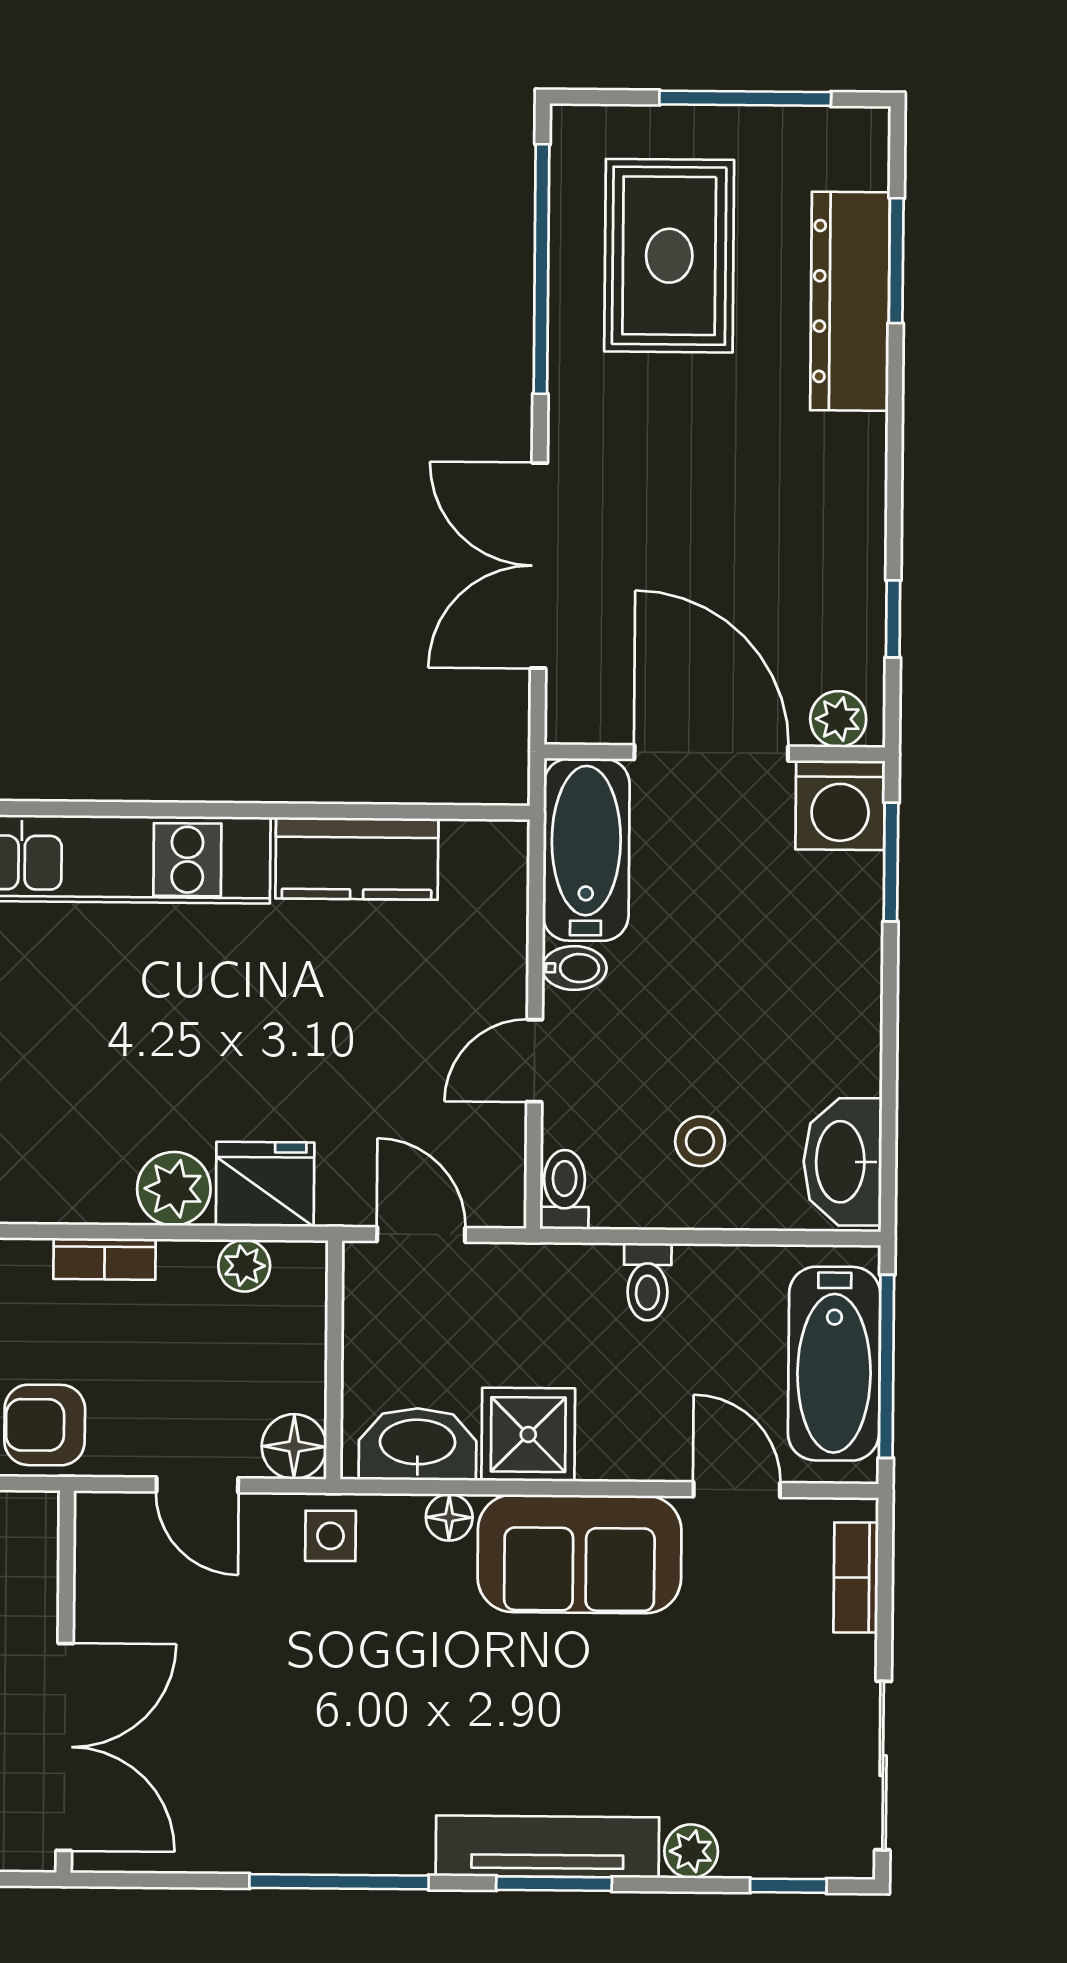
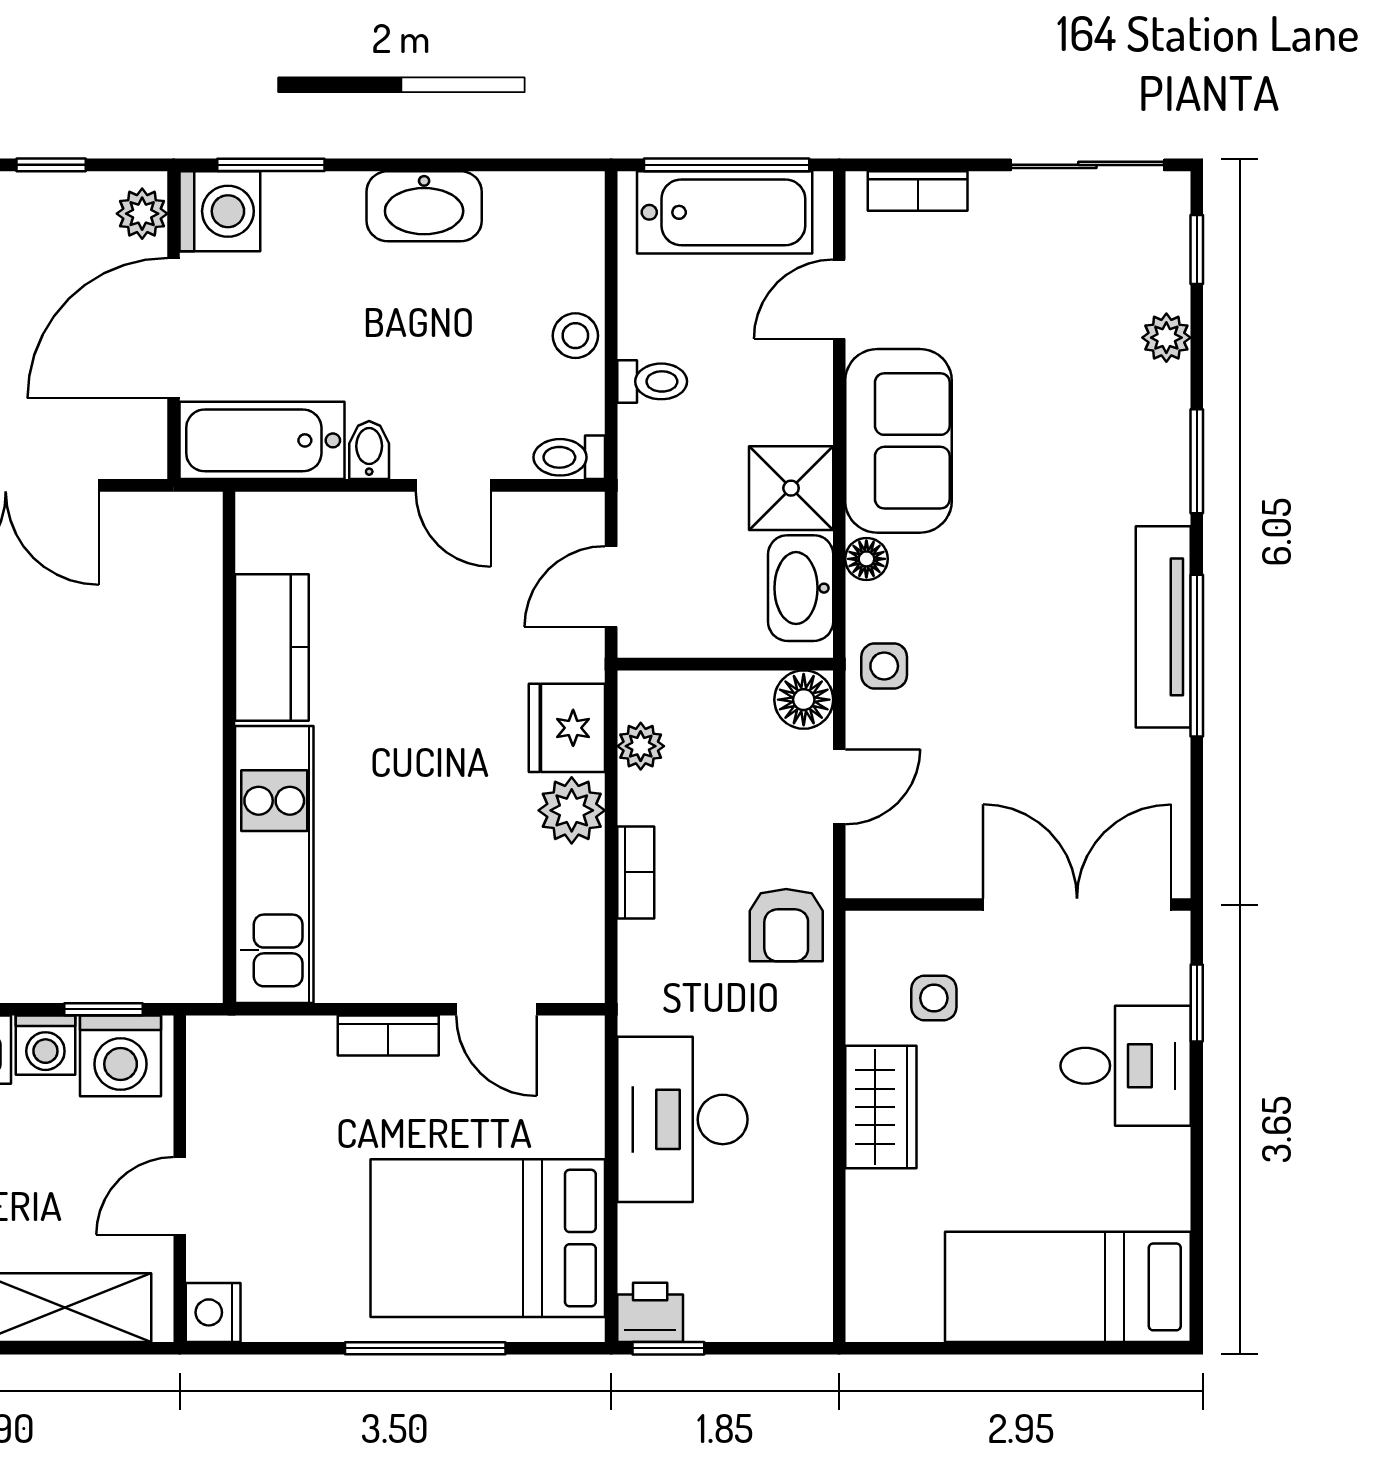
stool: (700, 1141) -> (575, 336), moved
washbasin: (843, 1162) -> (424, 206), moved
tv unit: (547, 1847) -> (1163, 627), moved

